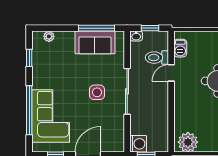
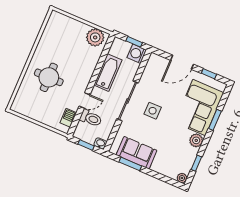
window: (96, 28) -> (130, 164), width x0.69
plant: (49, 36) -> (182, 178), moved
plant: (39, 81) -> (196, 140), added
window: (29, 110) -> (215, 120), width x0.47
bathtub: (159, 112) -> (108, 73), added

